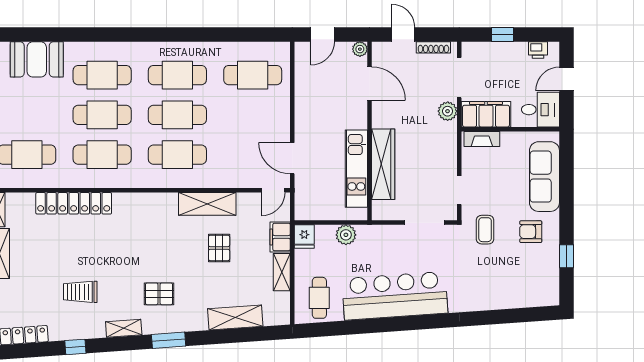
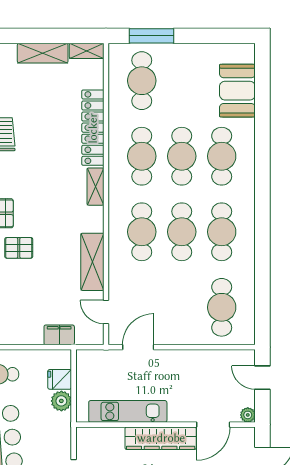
wardrobe: (383, 164) -> (161, 438), moved
door: (273, 190) -> (106, 312), moved
fridge: (304, 236) -> (60, 379), moved
pallet: (219, 248) -> (19, 248), moved
shelving: (282, 272) -> (95, 187), moved, turned 90

